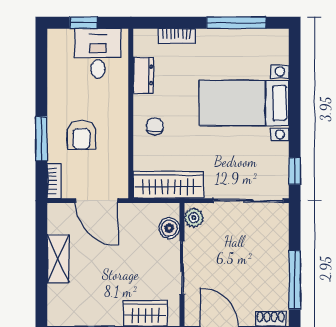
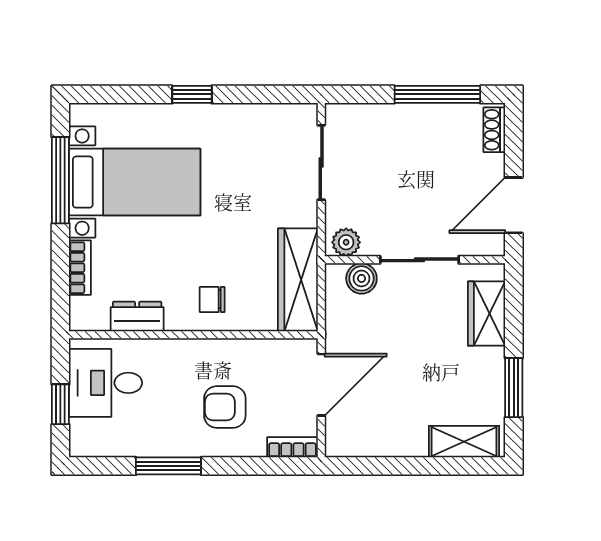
bed with nightstands: (244, 103) -> (135, 182), moved, turned -90
armchair: (82, 135) -> (225, 407), turned 180
window: (41, 139) -> (168, 466), moved
window: (295, 171) -> (192, 94), moved
sliding door: (248, 201) -> (321, 162), width x0.73
shelving: (58, 259) -> (464, 442), moved

